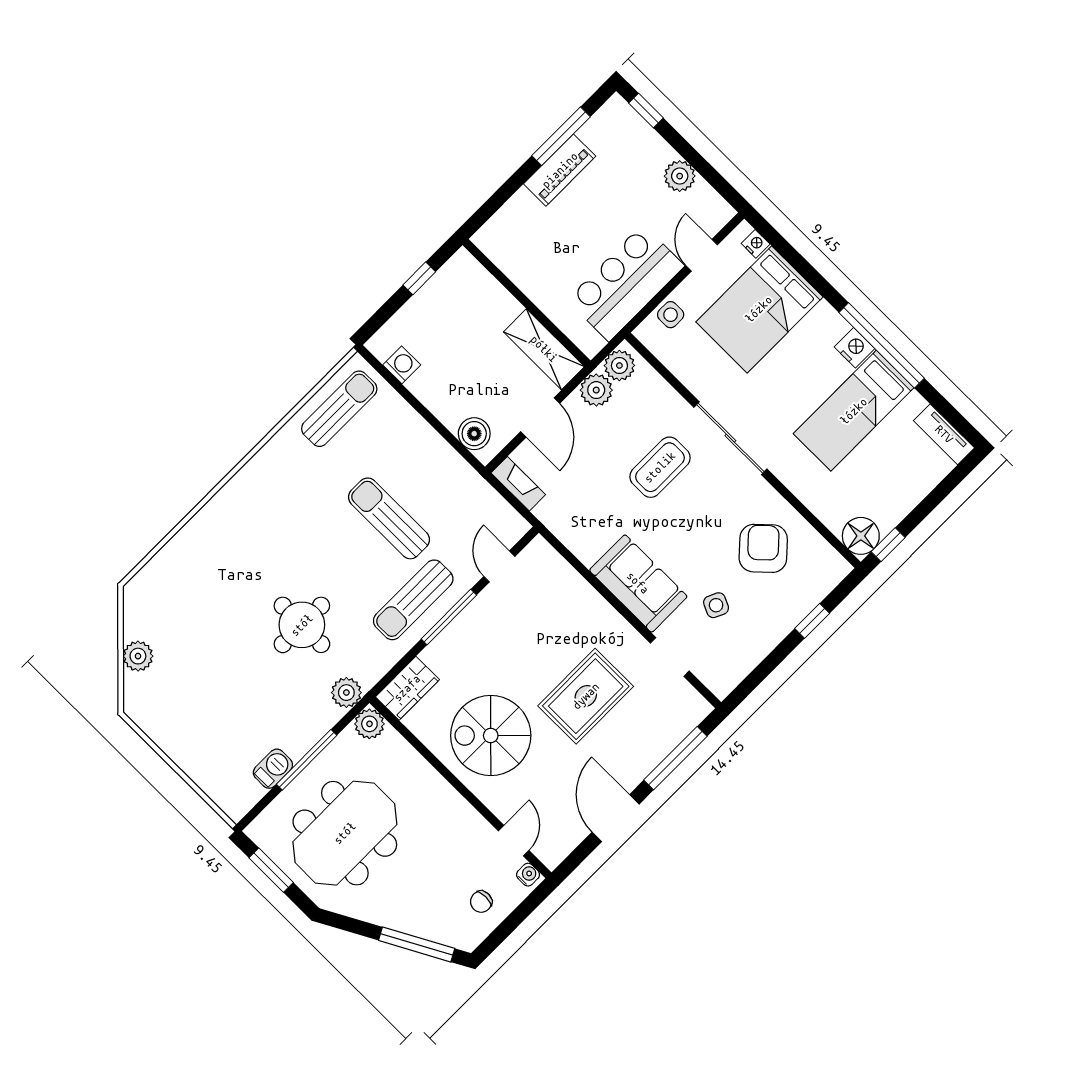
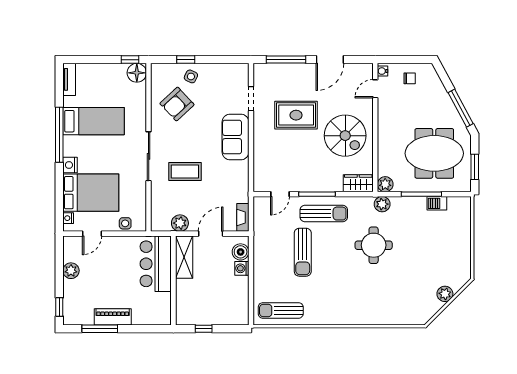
bar counter: (626, 283) -> (156, 264), moved, turned 90
nightstand: (854, 348) -> (70, 165), moved
washing machine: (402, 365) -> (242, 268), moved
plant: (619, 366) -> (162, 224), removed
side table: (716, 605) -> (191, 76), moved
window: (417, 944) -> (461, 108), moved

